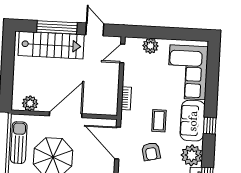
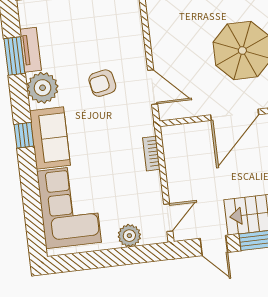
coffee table: (159, 121) -> (98, 130), removed
door: (118, 143) -> (153, 87), width x0.73
armchair: (151, 152) -> (102, 83), turned -88

